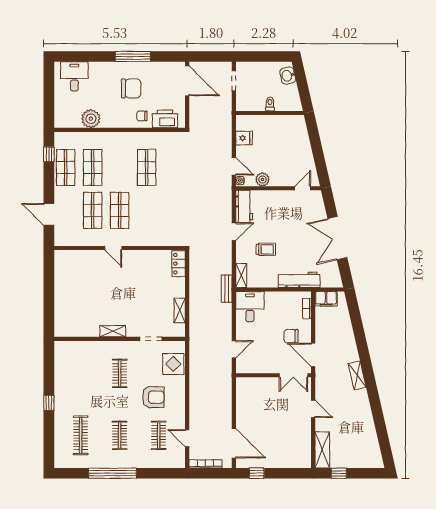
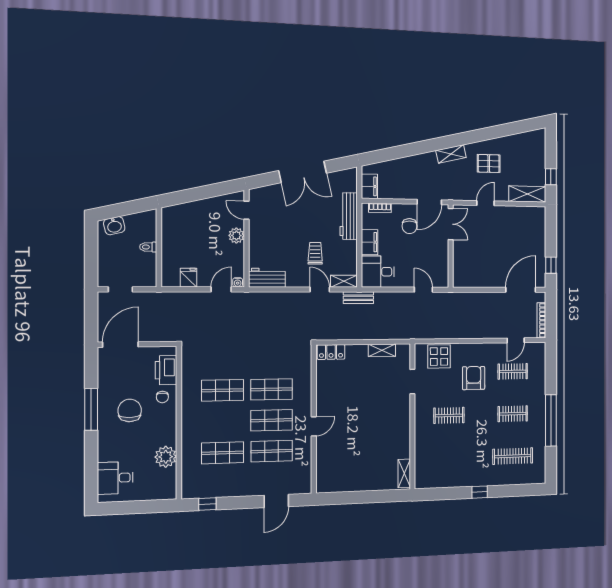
shop shelf: (66, 167) -> (272, 389), moved
plant: (262, 179) -> (236, 236), moved
door: (234, 232) -> (320, 290), moved
filing cabinet: (276, 299) -> (370, 242), added
shelving: (113, 331) -> (404, 473), moved
pallet: (350, 412) -> (489, 163), added

